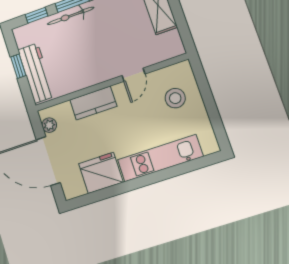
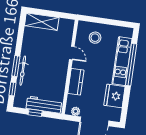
window: (162, 175) -> (131, 65), added

